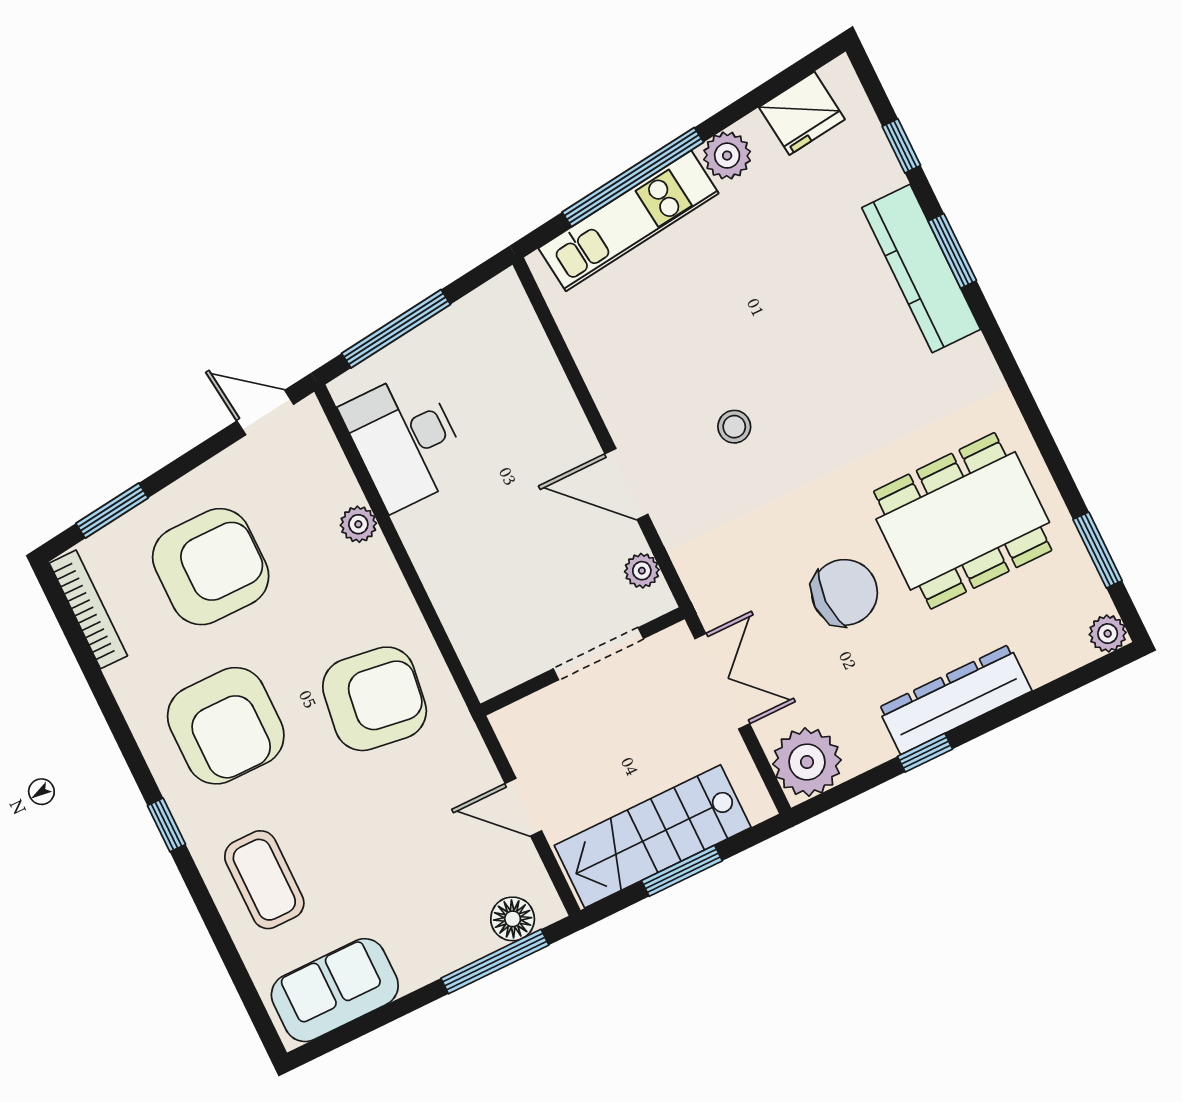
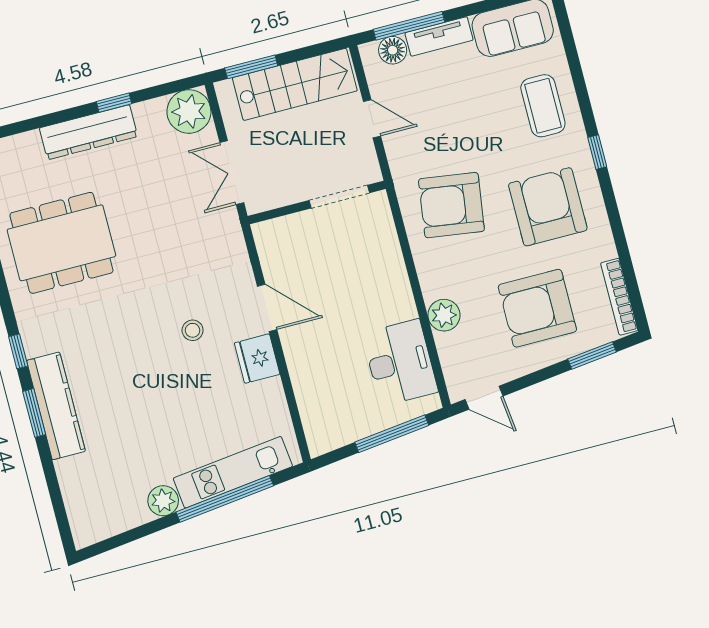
fridge: (802, 113) -> (257, 359), moved, turned -83
window: (901, 146) -> (18, 351), moved
plant: (358, 524) -> (444, 315), width x1.38, depth x1.38
plant: (642, 571) -> (268, 252), removed
chair: (844, 592) -> (144, 213), removed
doorway: (598, 654) -> (339, 197), moved
window: (682, 871) -> (251, 67), moved
tv unit: (445, 954) -> (439, 36), added

